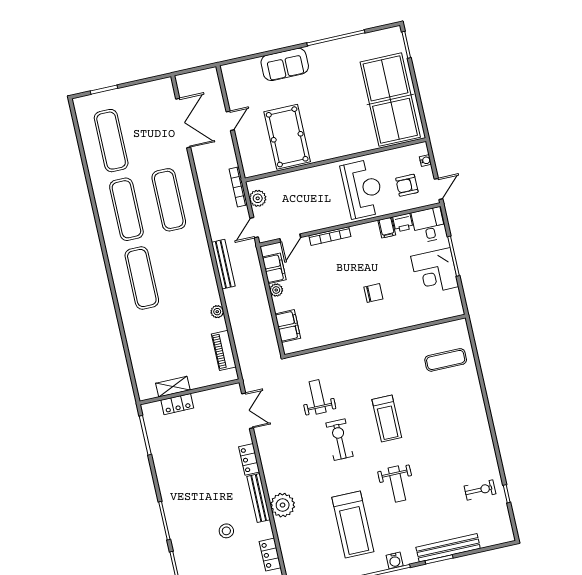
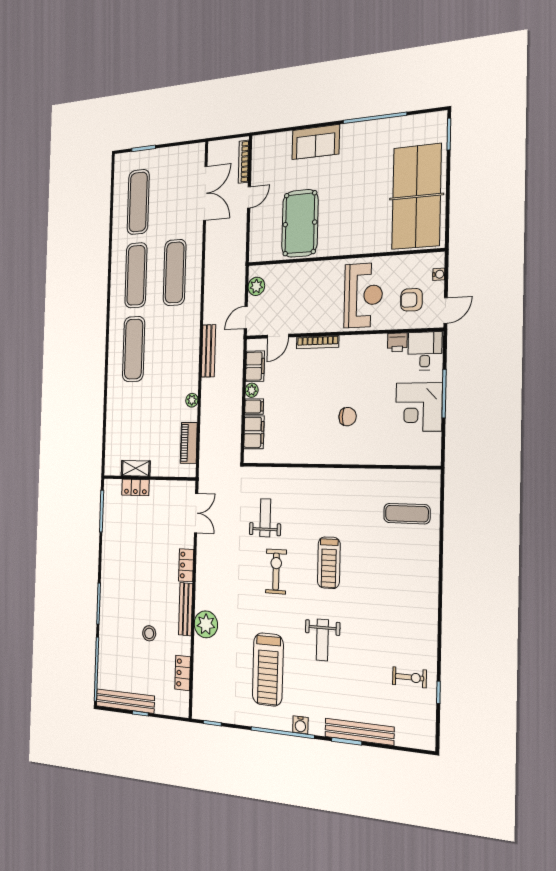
bookcase: (238, 187) -> (244, 162), moved
filing cabinet: (387, 228) -> (254, 407), moved, turned -90

